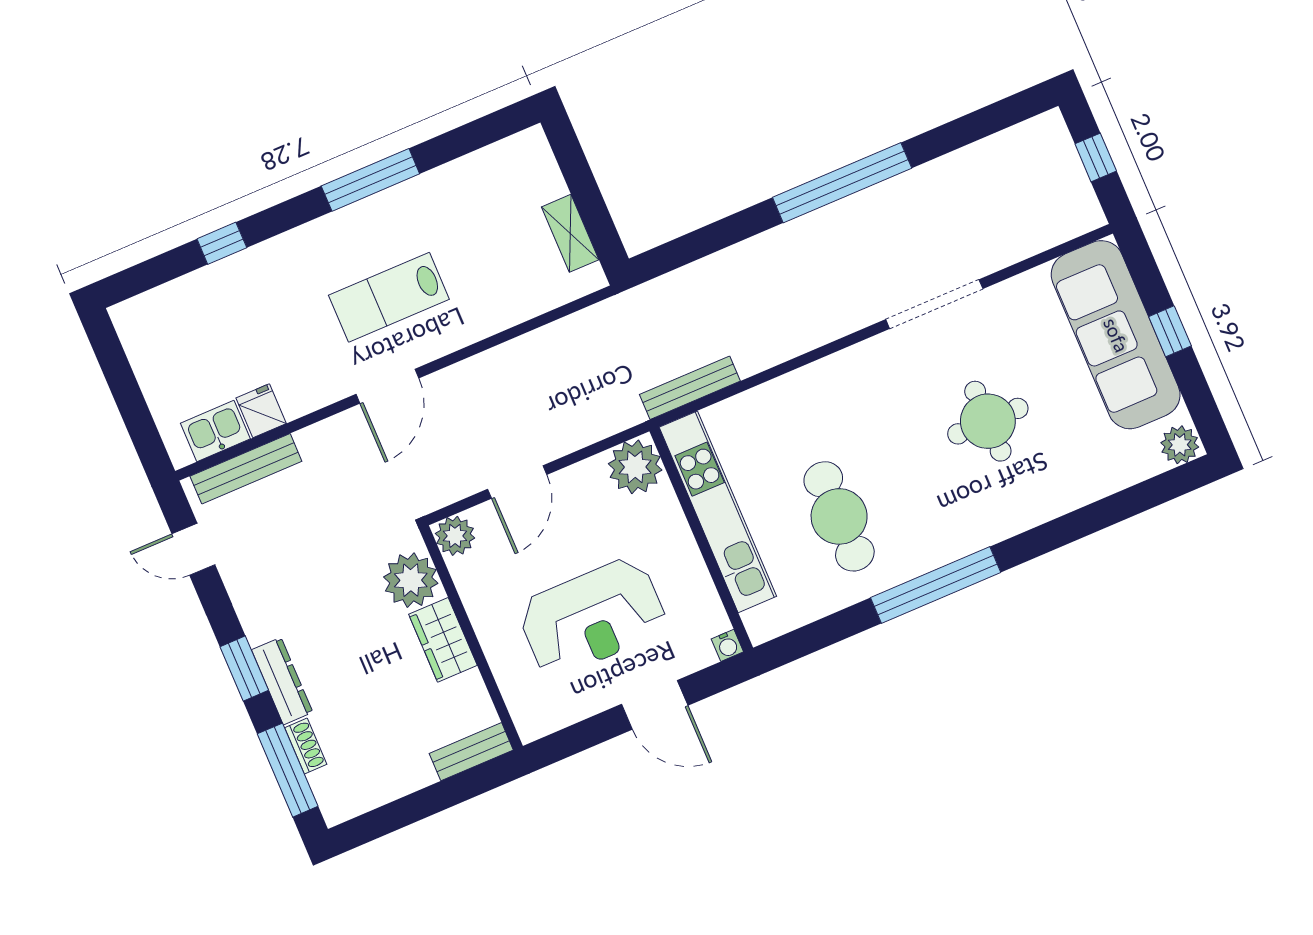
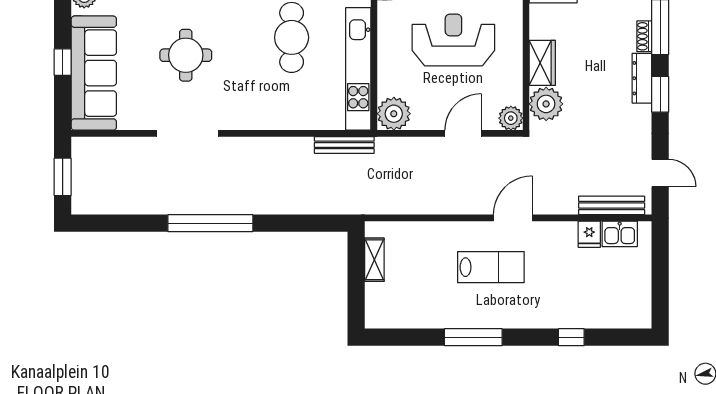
window: (1096, 157) -> (63, 177), width x1.50

